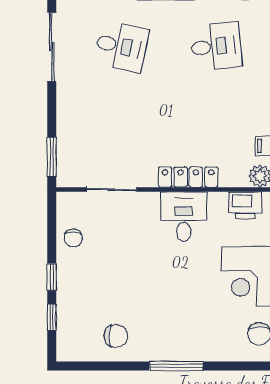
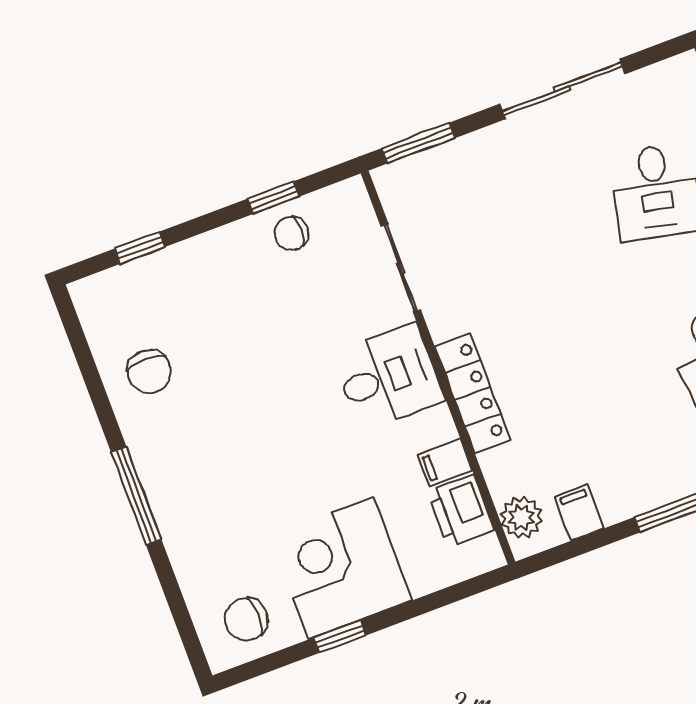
sliding door: (52, 47) -> (562, 89), moved
filing cabinet: (218, 204) -> (445, 462), added
desk: (184, 217) -> (388, 377), moved
window: (52, 277) -> (274, 197), moved

